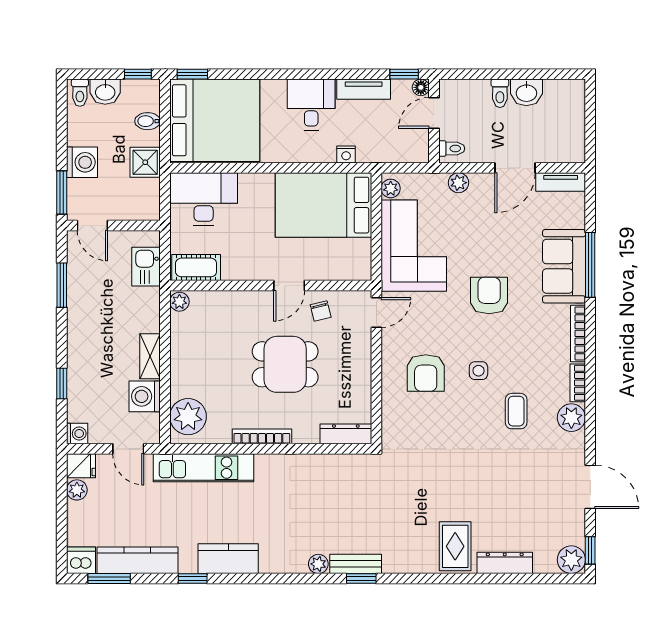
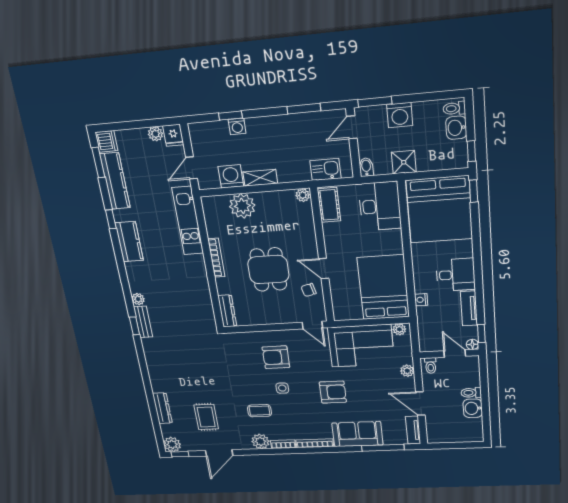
bidet: (148, 121) -> (366, 167), moved
window: (590, 265) -> (383, 448), moved
plant: (188, 417) -> (242, 206), moved
washing machine: (77, 434) -> (237, 126), moved
rug: (455, 546) -> (206, 417), moved, turned 90

